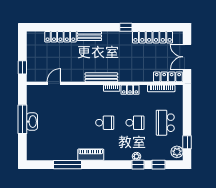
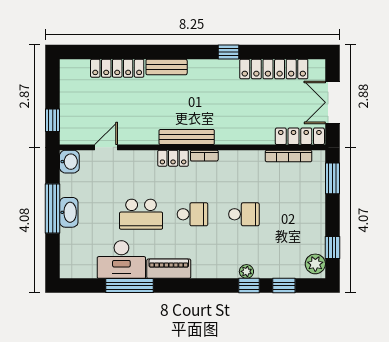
locker: (130, 90) -> (173, 158), moved
washbasin: (32, 92) -> (69, 162), added
window: (187, 102) -> (332, 178), added
school desk: (165, 123) -> (141, 214), moved, turned -90
desk: (63, 149) -> (121, 260), added

